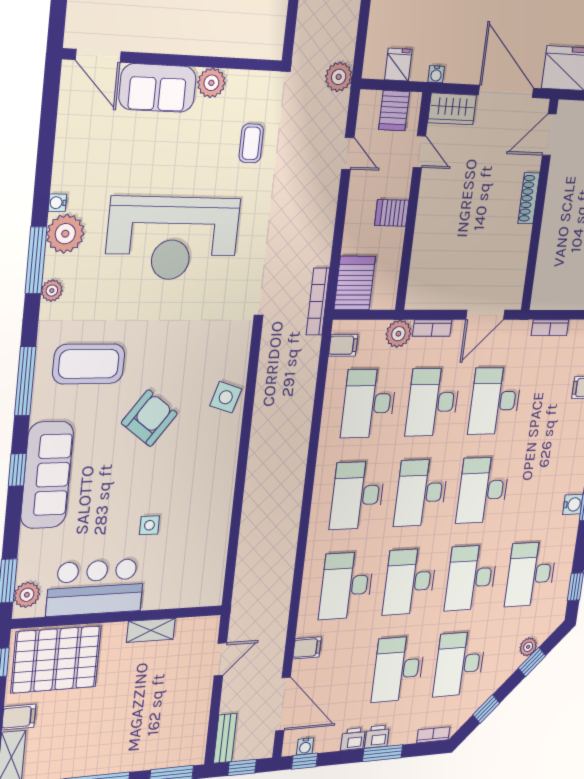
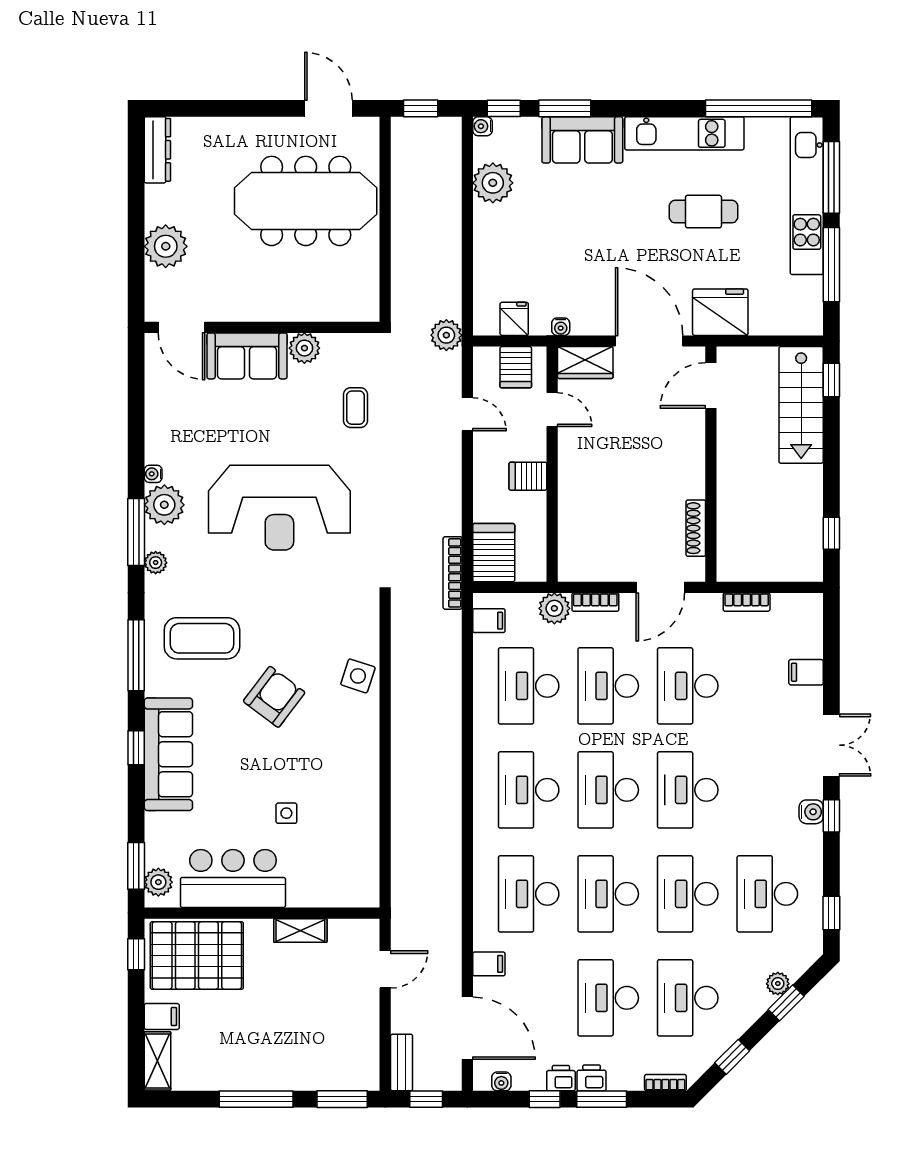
shoe rack: (529, 198) -> (696, 528), moved
window: (305, 761) -> (545, 1099), moved

